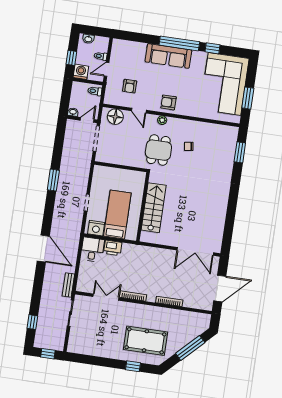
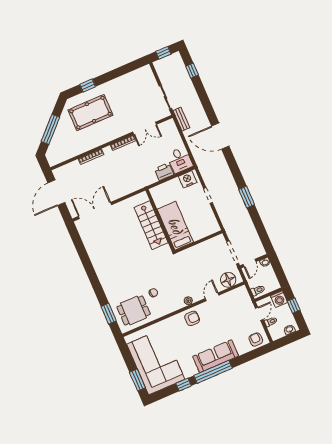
armchair: (130, 86) -> (256, 339), moved
window: (248, 98) -> (137, 380), moved
door: (139, 111) -> (212, 297), hinge flipped
dining table: (158, 150) -> (134, 310), moved, turned 90
bed: (117, 215) -> (175, 226), moved, turned 180

